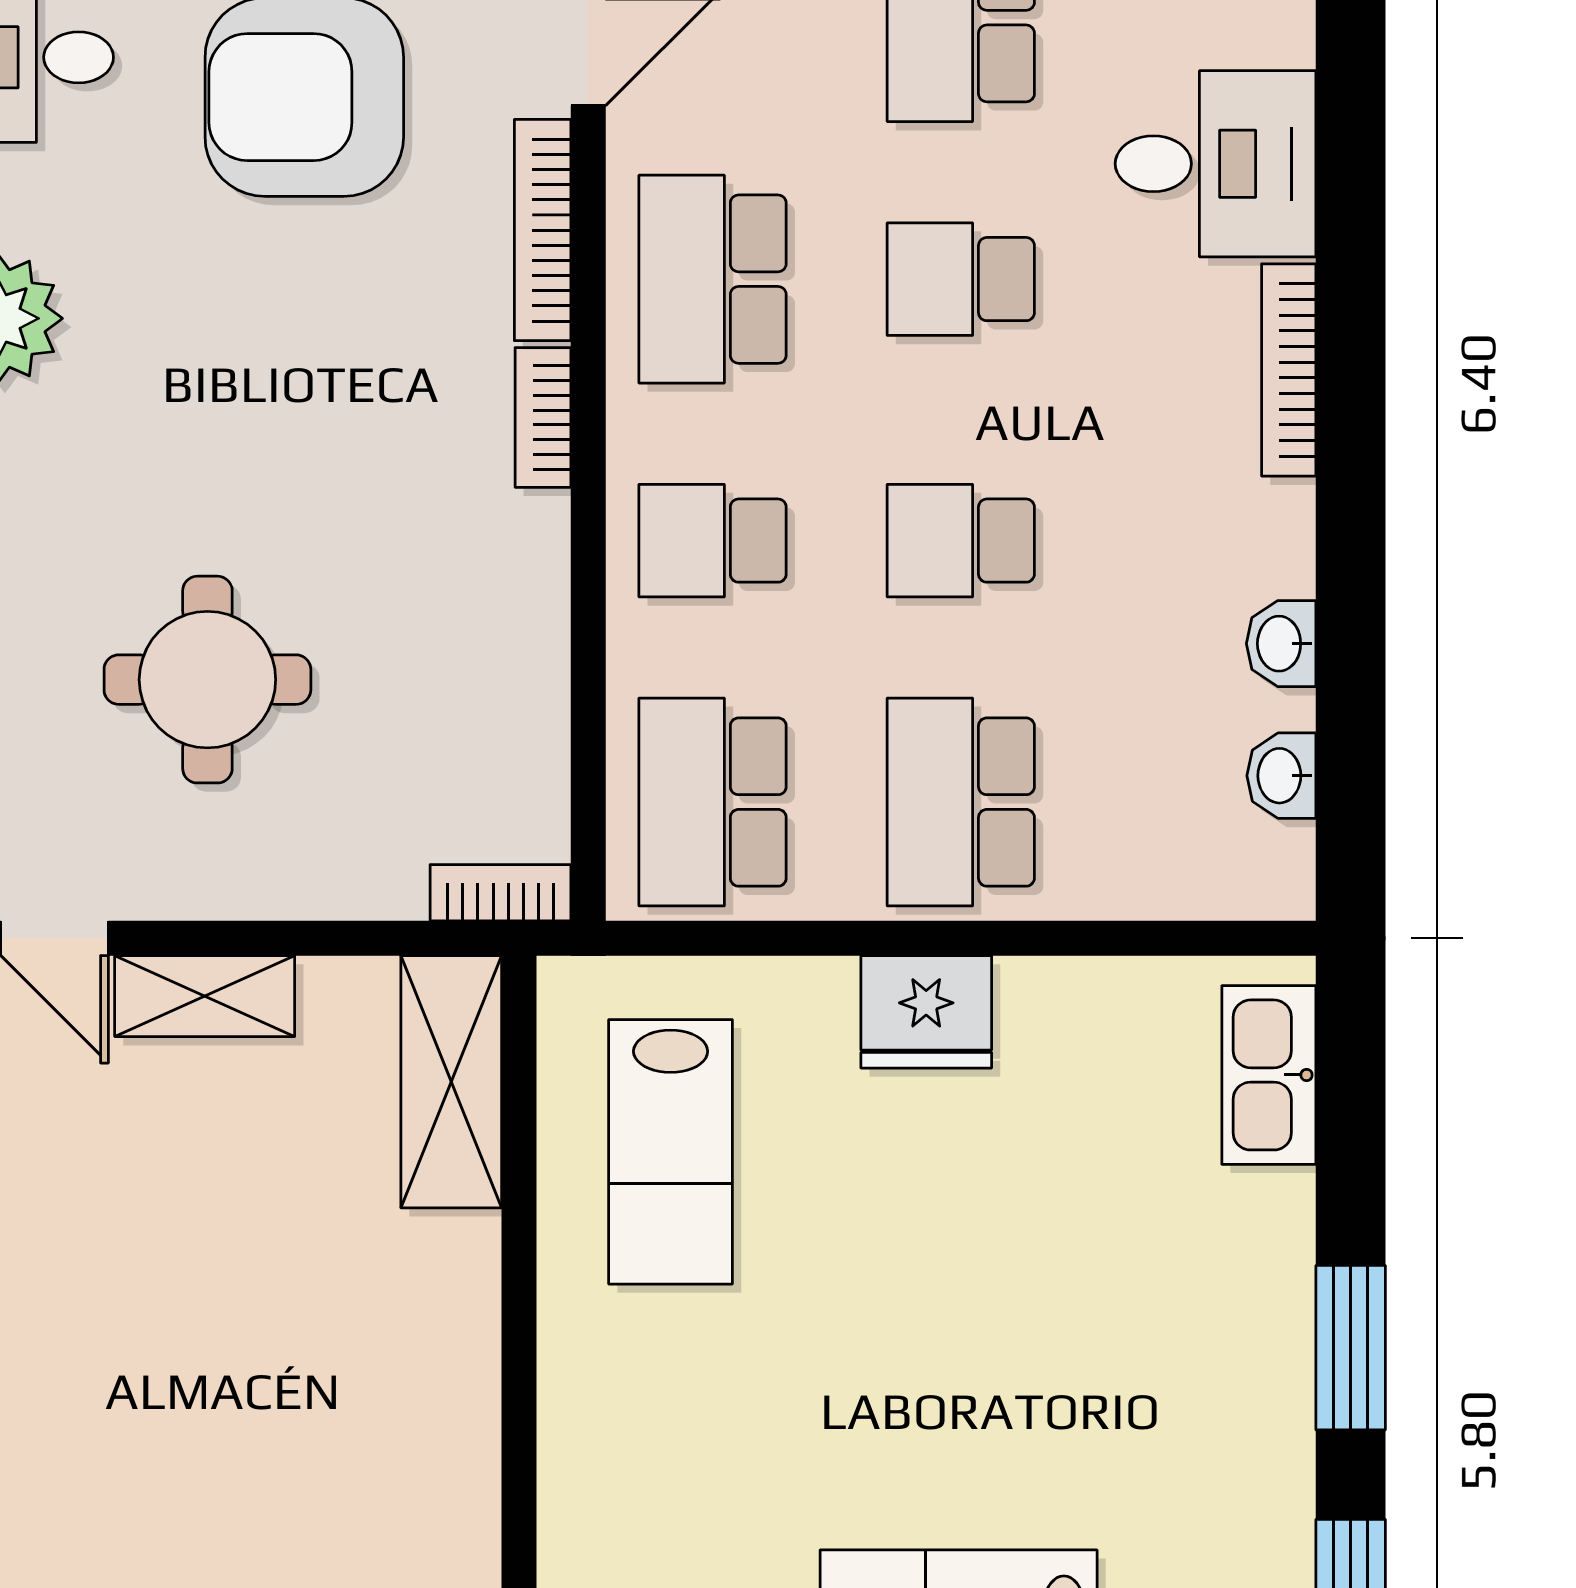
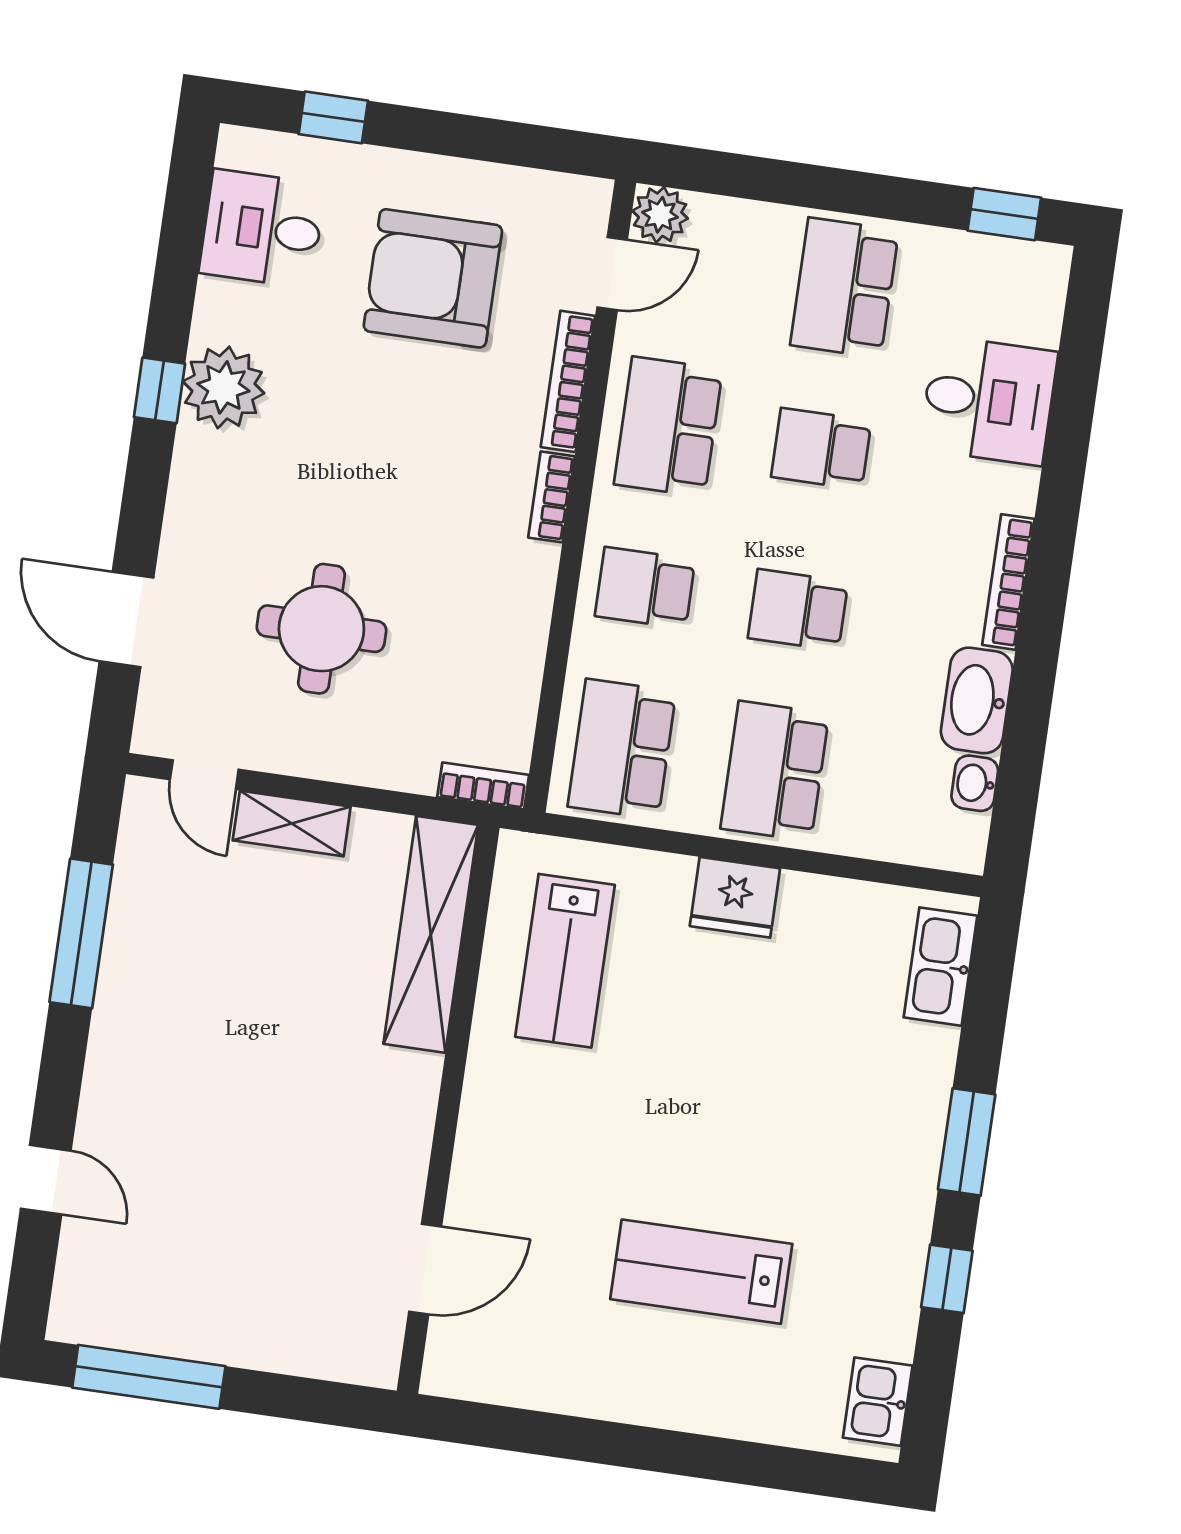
bookcase: (1289, 370) -> (1008, 582), moved
washbasin: (1281, 644) -> (977, 700), width x1.91, depth x1.45
shelving: (451, 1082) -> (431, 934), width x1.47

